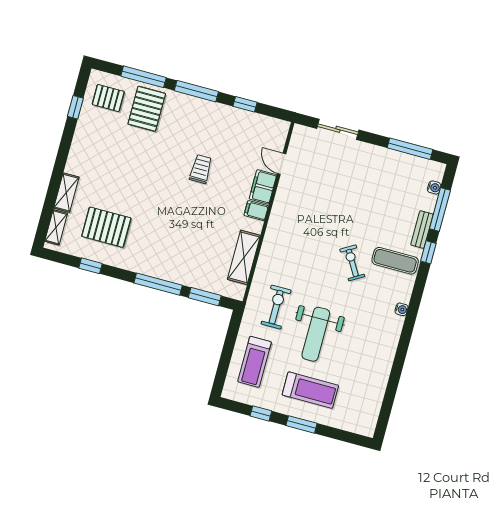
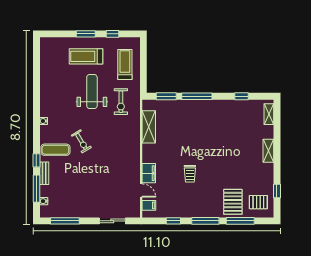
shelving: (66, 193) -> (268, 151), moved
filing cabinet: (256, 211) -> (149, 205), moved
pallet: (106, 227) -> (238, 123), removed

